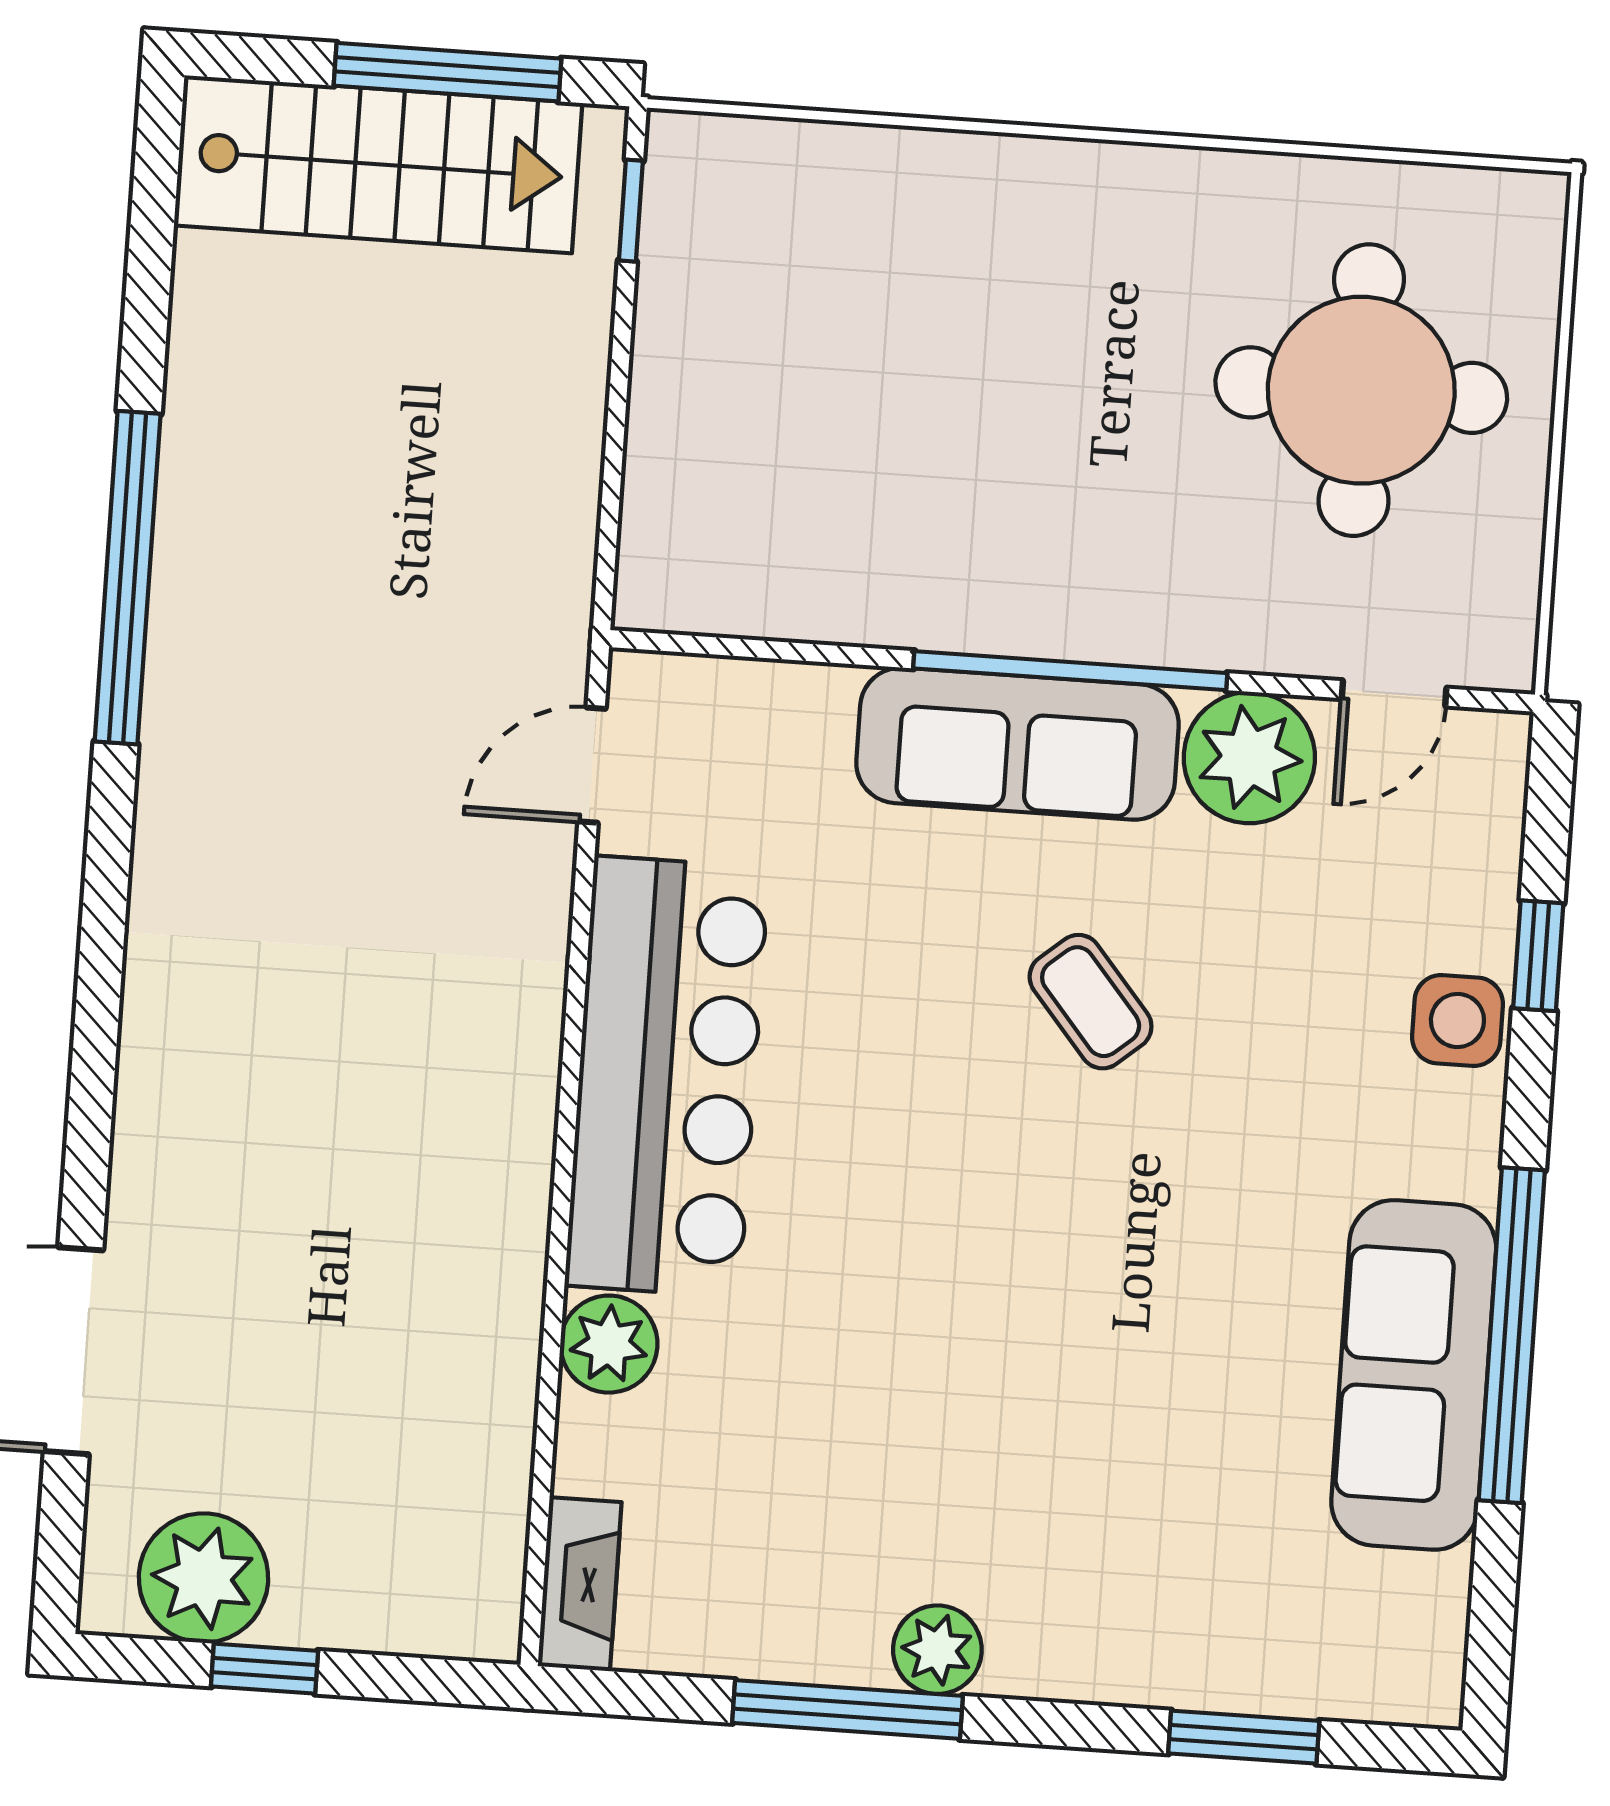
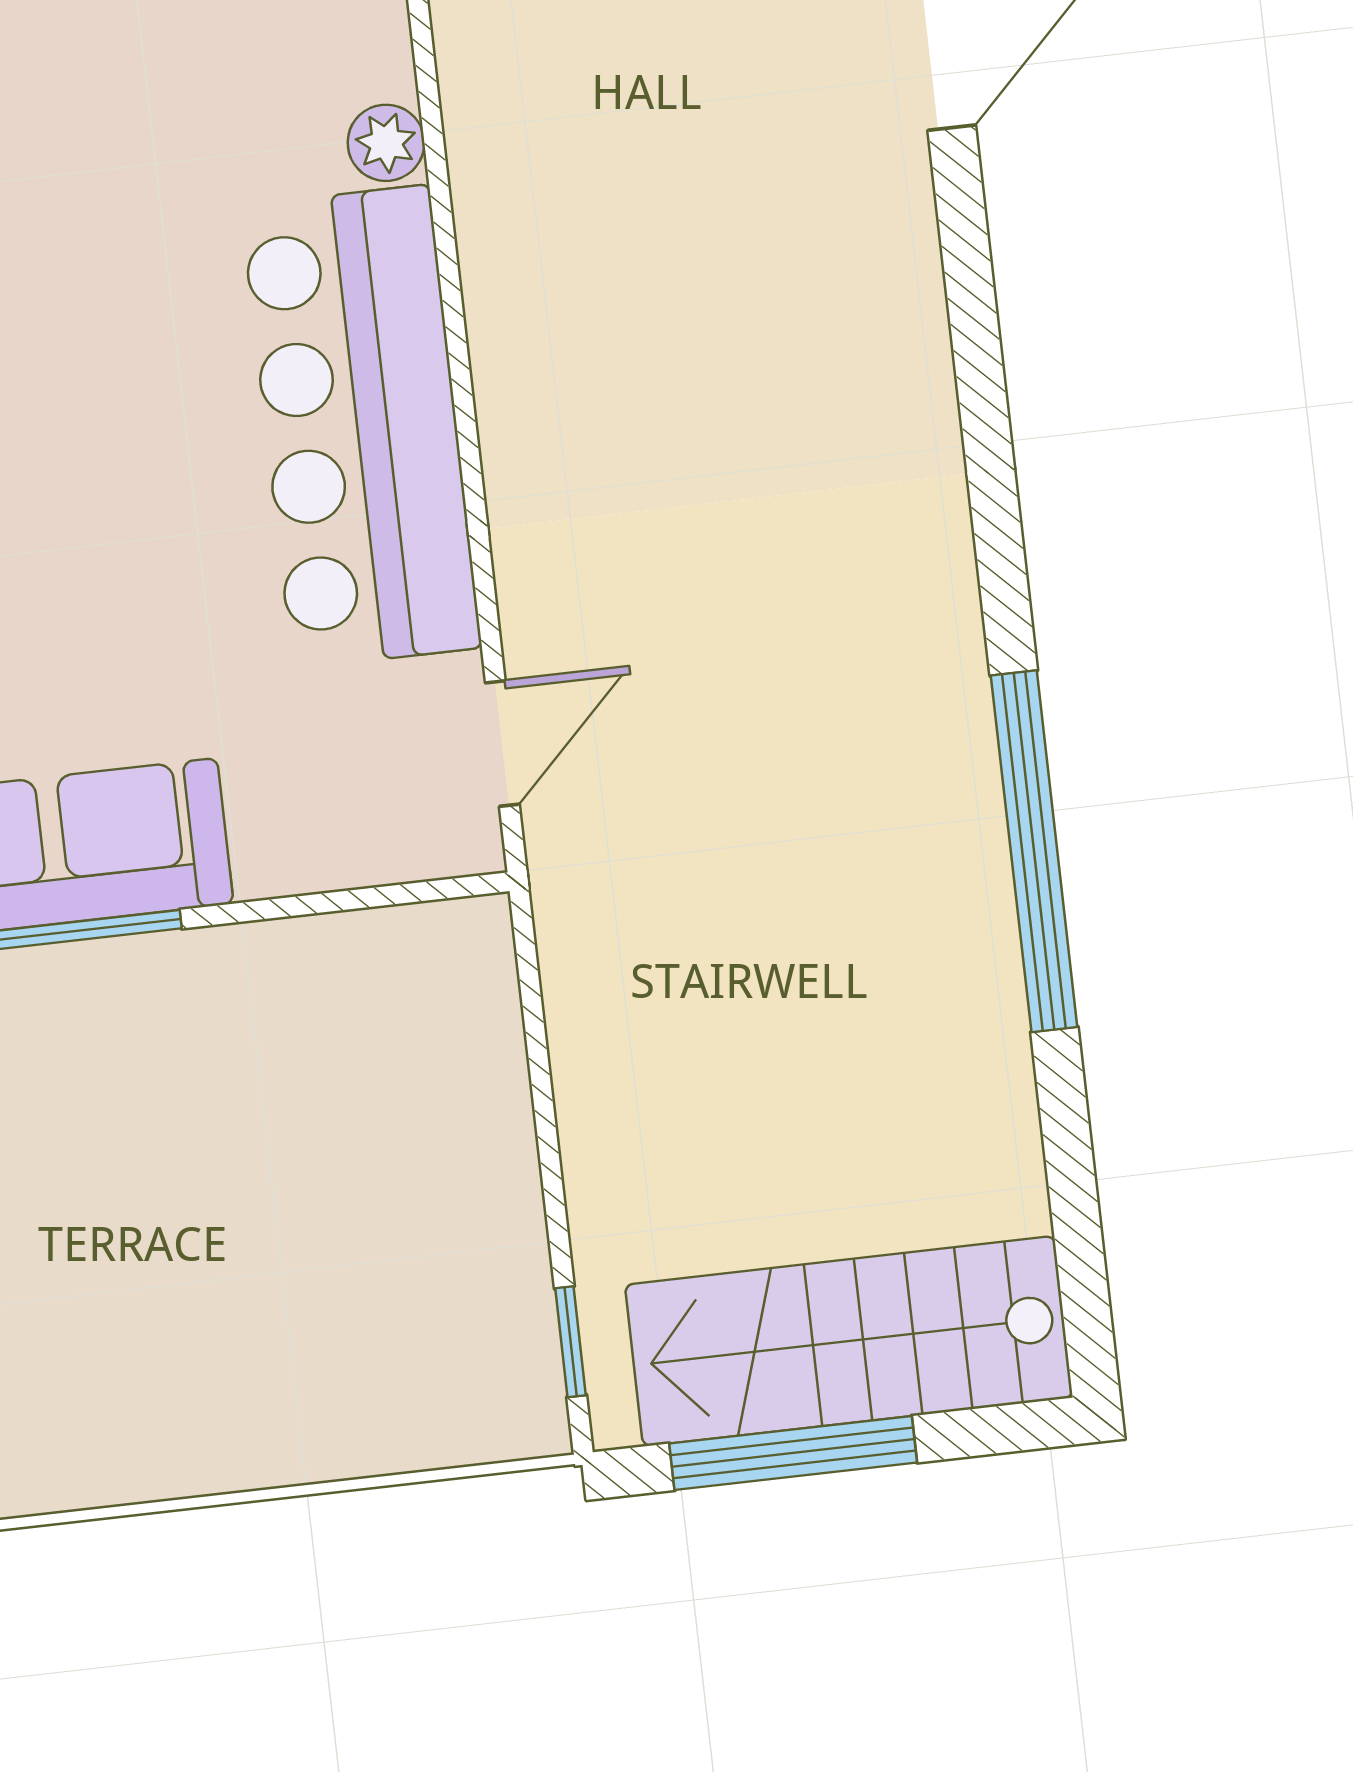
plant: (609, 1344) -> (386, 143), width x0.73, depth x0.73

